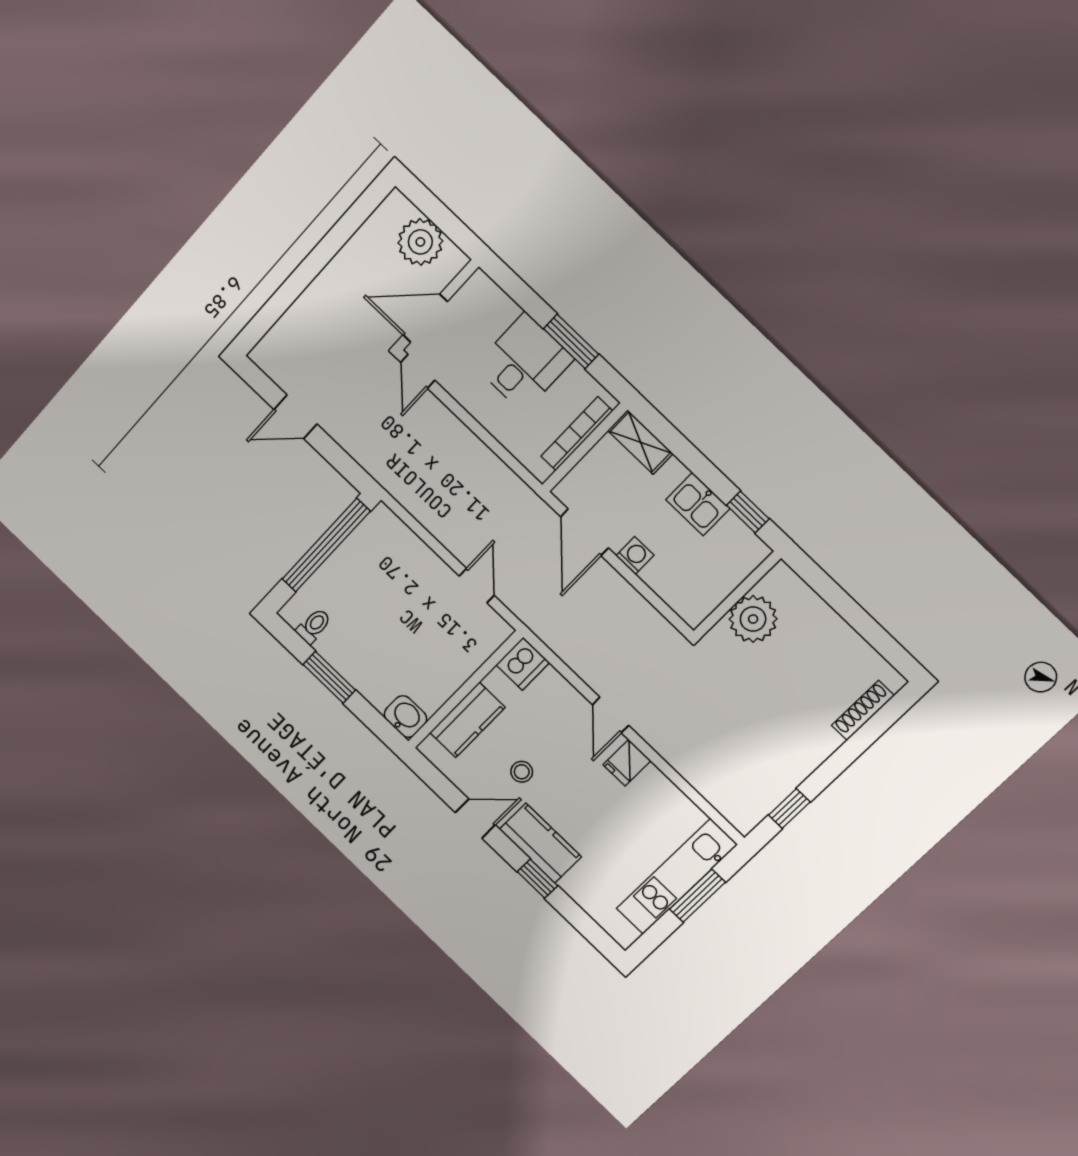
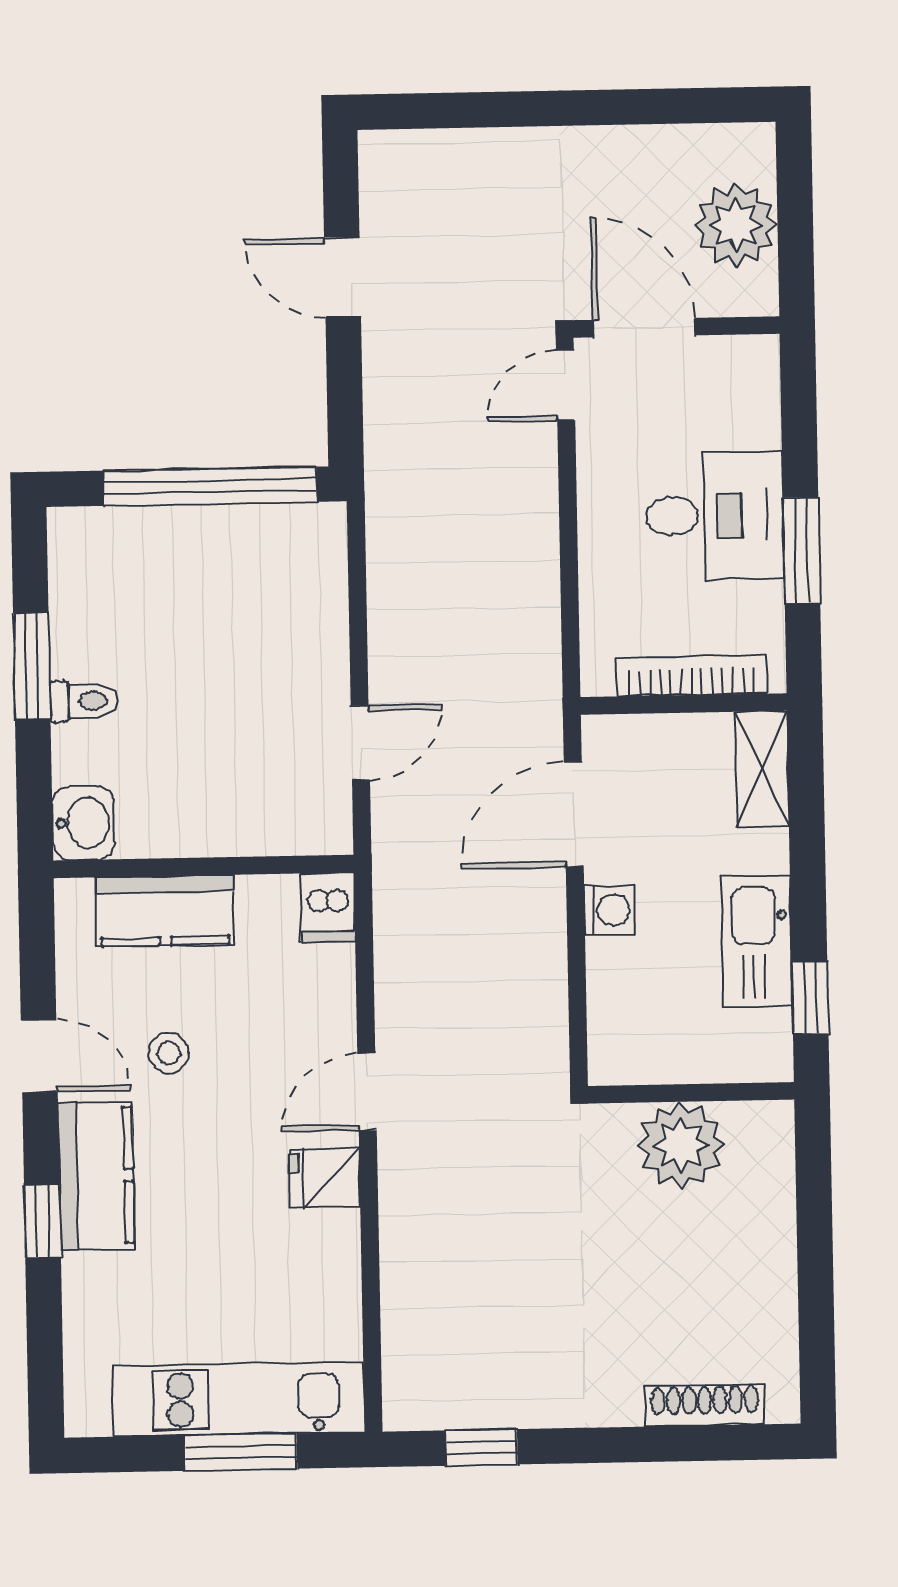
kitchen sink: (698, 504) -> (757, 941), width x1.38
toilet: (314, 626) -> (84, 701), moved
dishwasher: (523, 664) -> (328, 908), width x0.73

